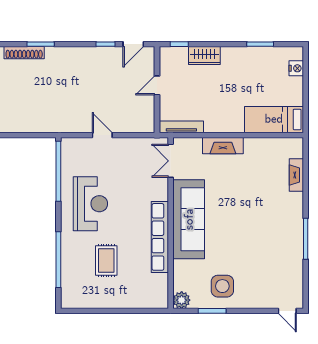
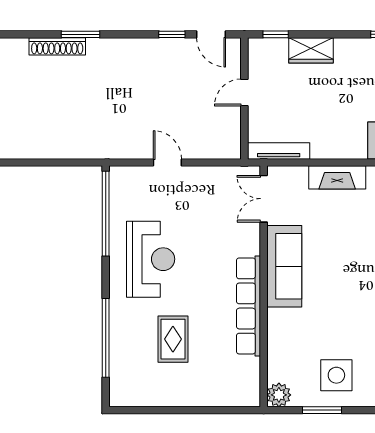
door: (133, 44) -> (211, 34), hinge flipped
sofa: (189, 219) -> (284, 266), width x0.74, depth x0.79

